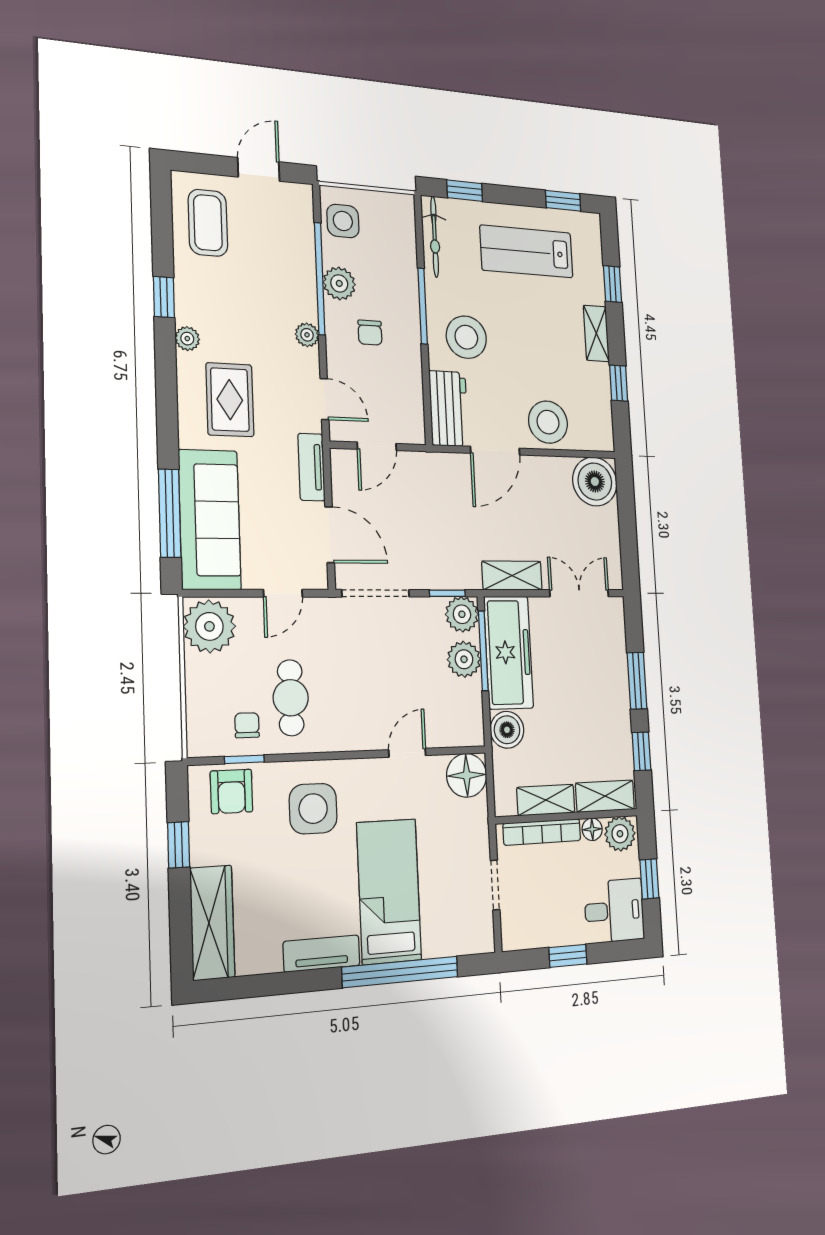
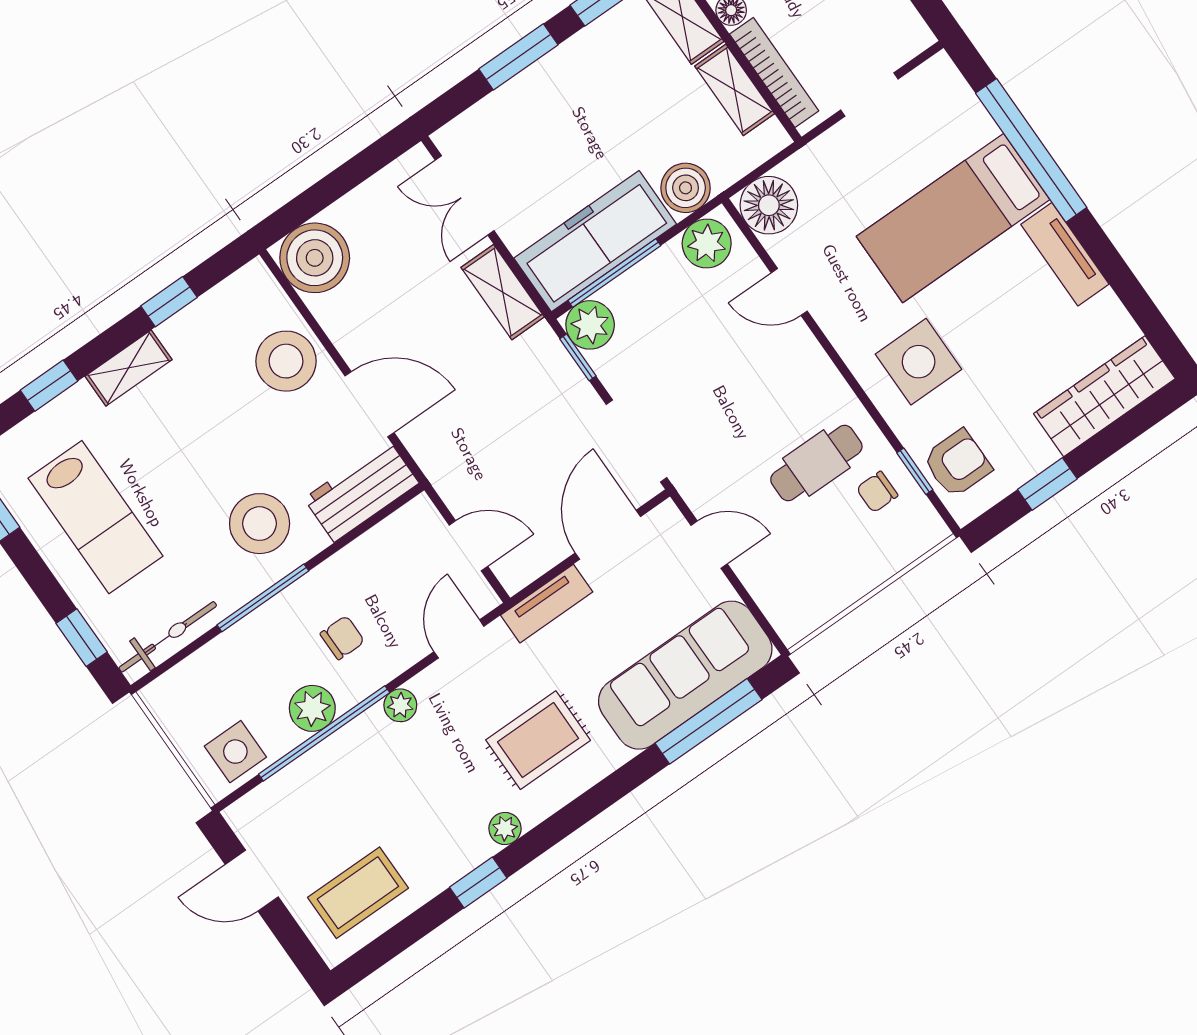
plant: (209, 626) -> (800, 600), removed
plant: (464, 659) -> (707, 243), moved

